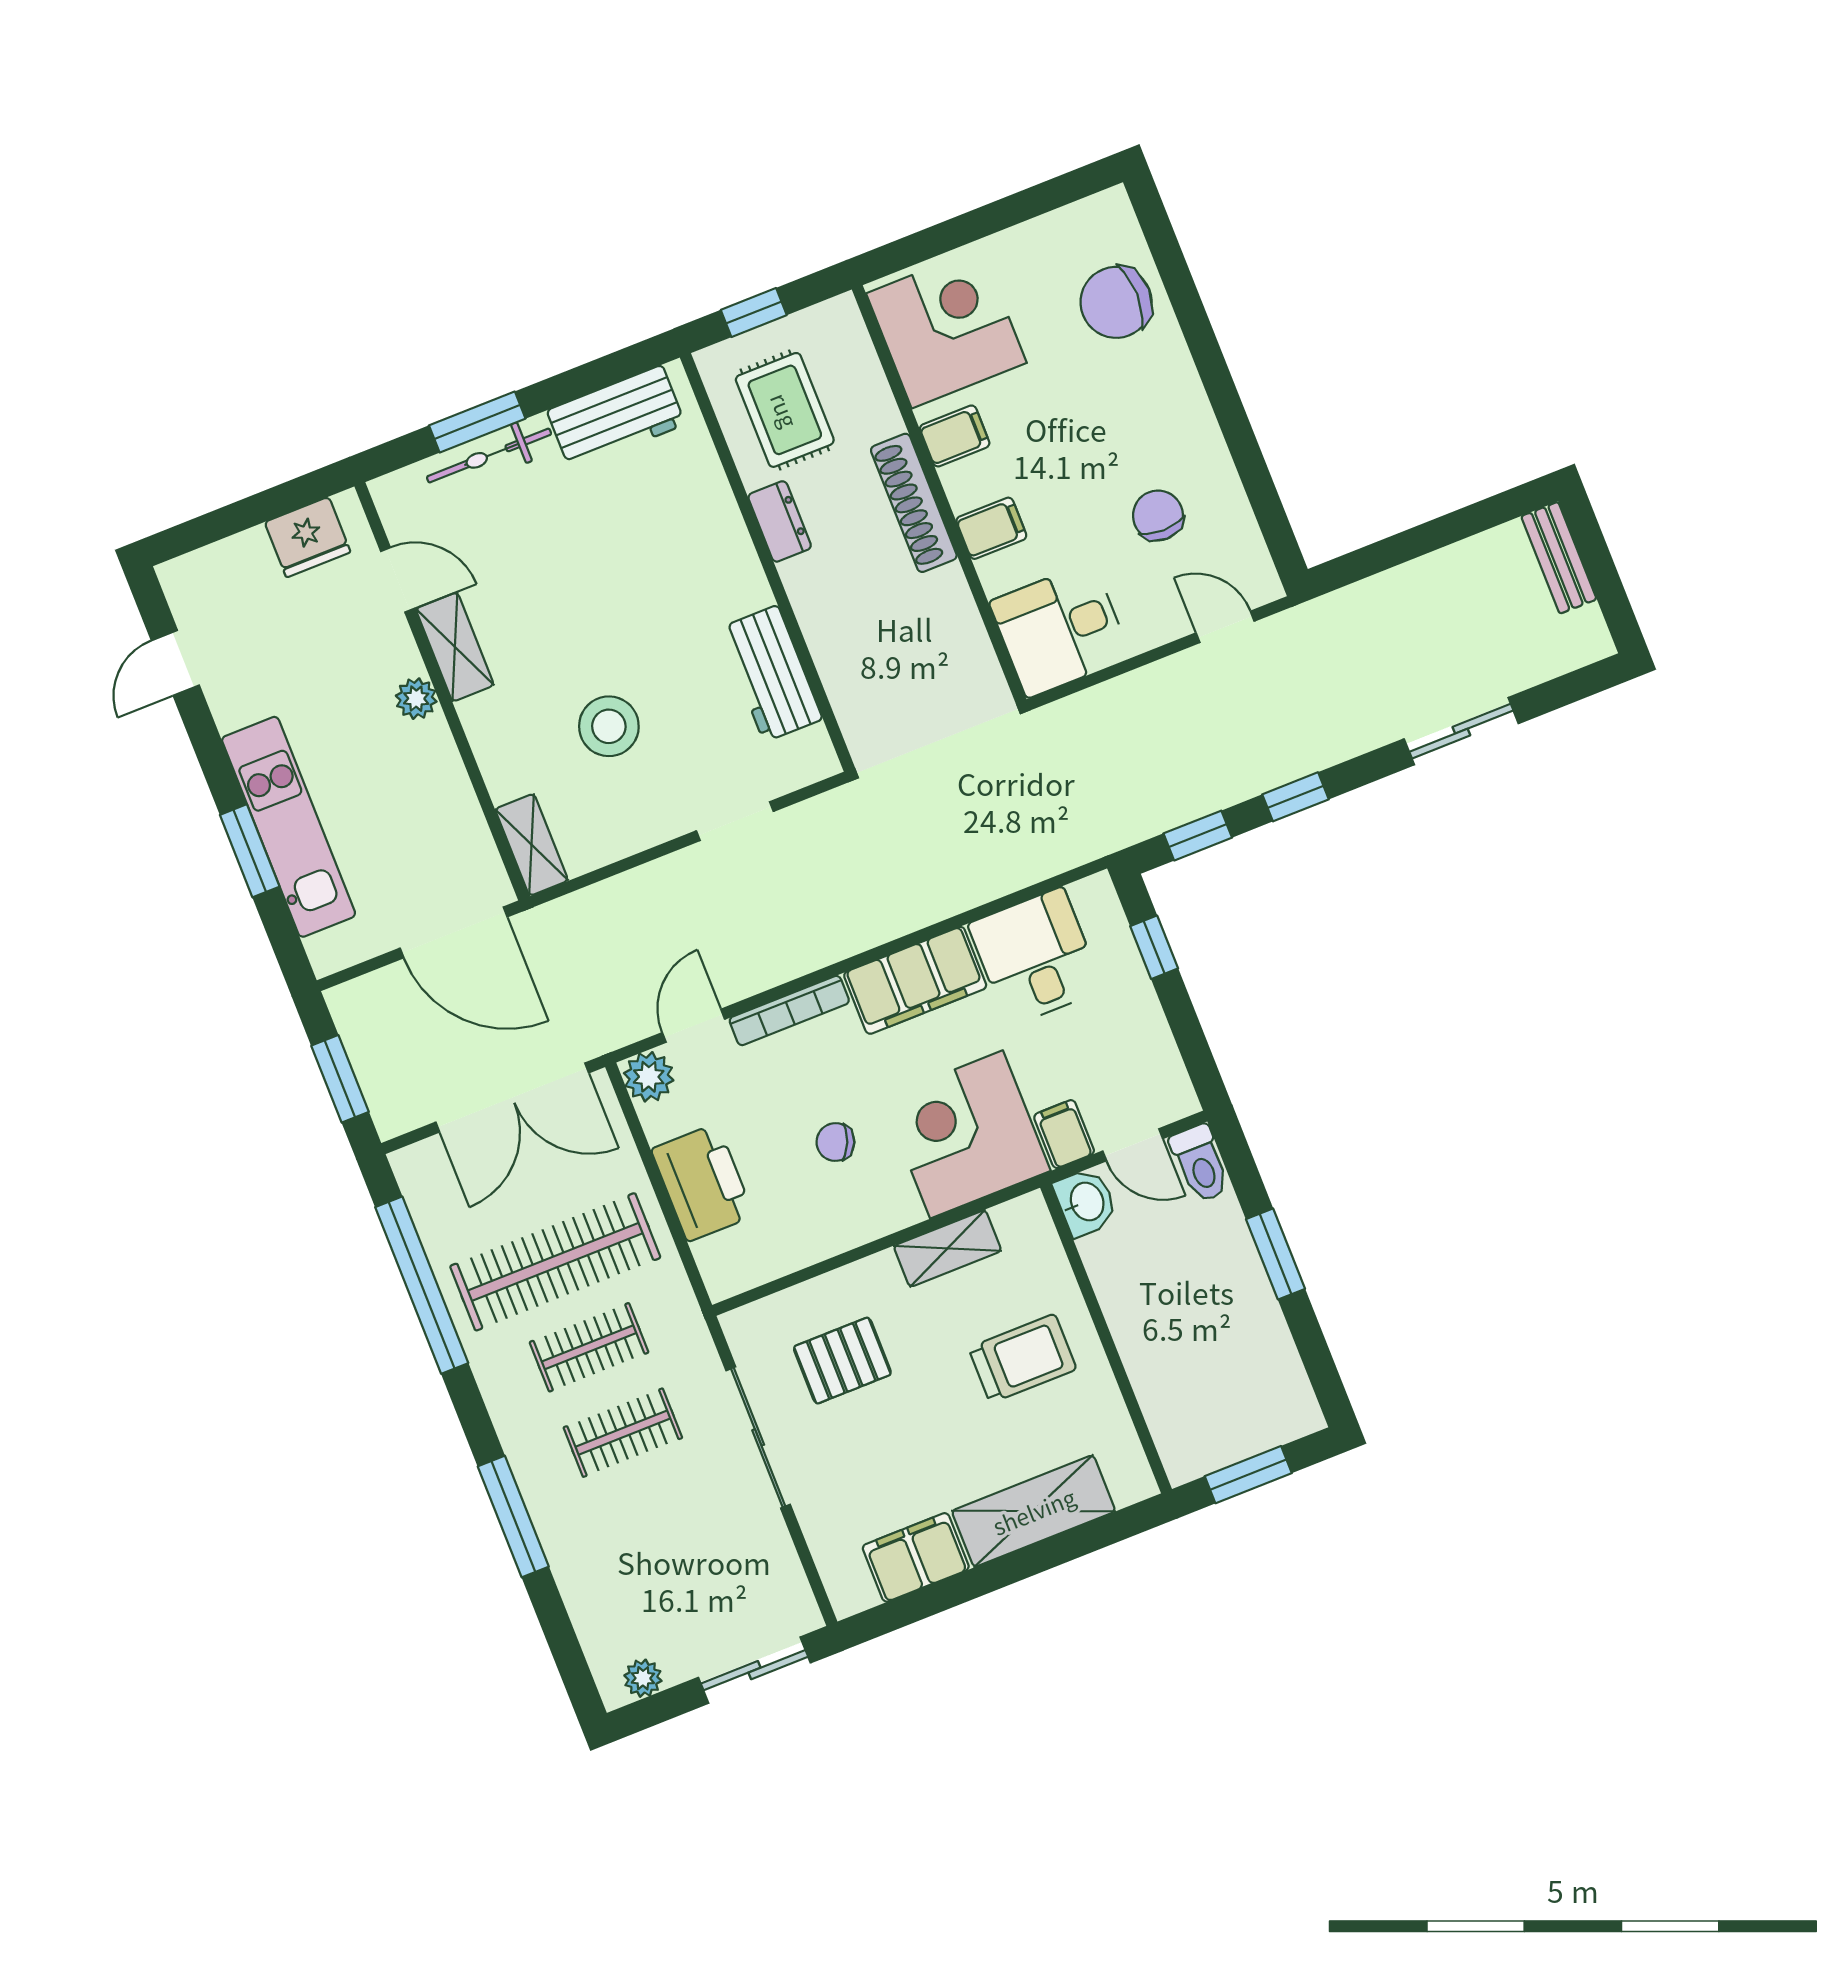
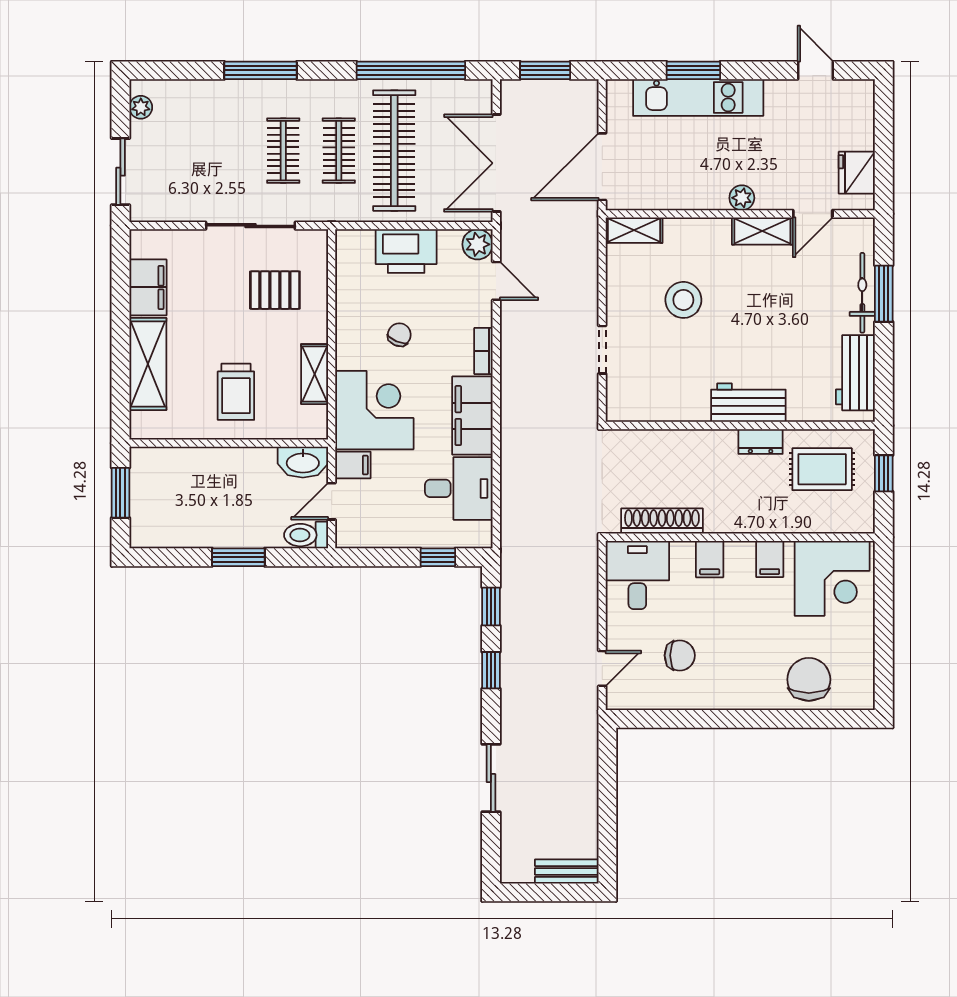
shoe rack: (914, 503) -> (662, 521), moved
workbench: (771, 674) -> (748, 403), moved
bookcase: (789, 1011) -> (483, 351), width x0.64
washbasin: (1086, 1202) -> (303, 462), width x1.38
pallet: (842, 1361) -> (275, 290), turned 90

